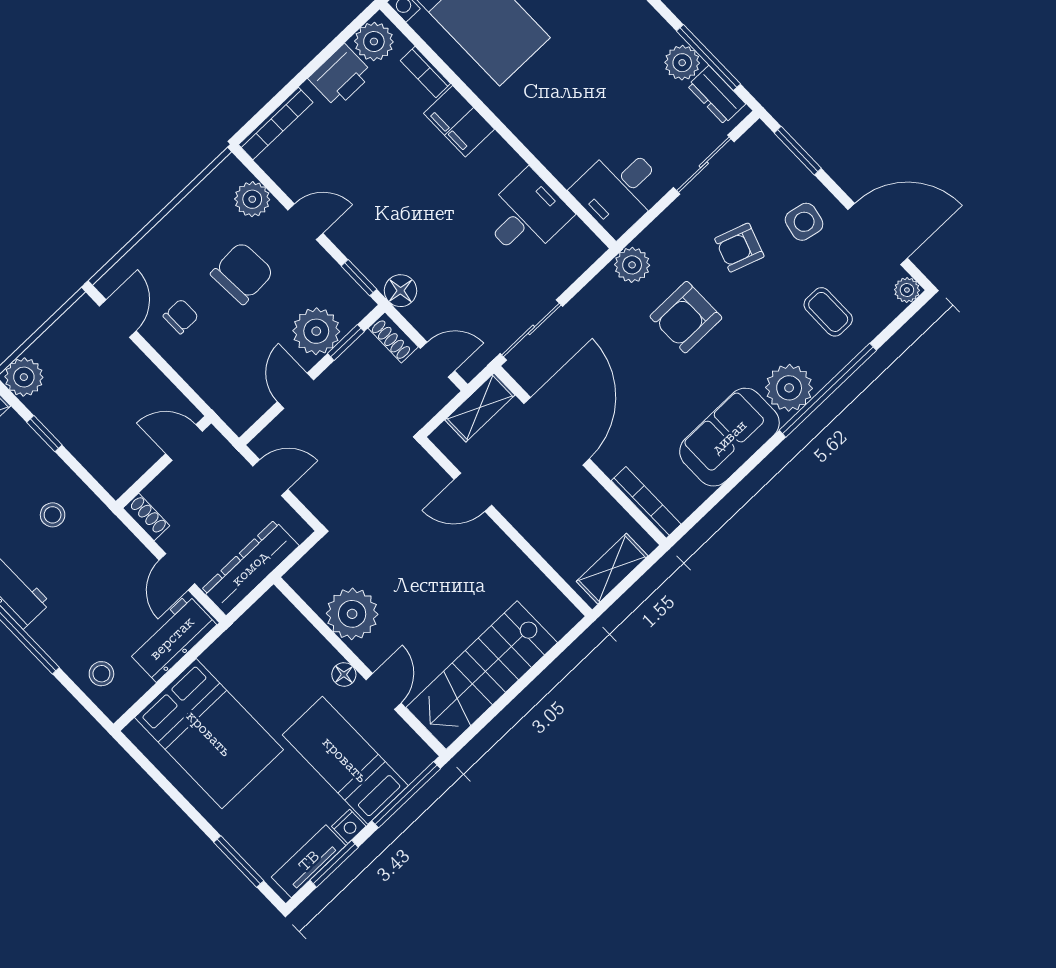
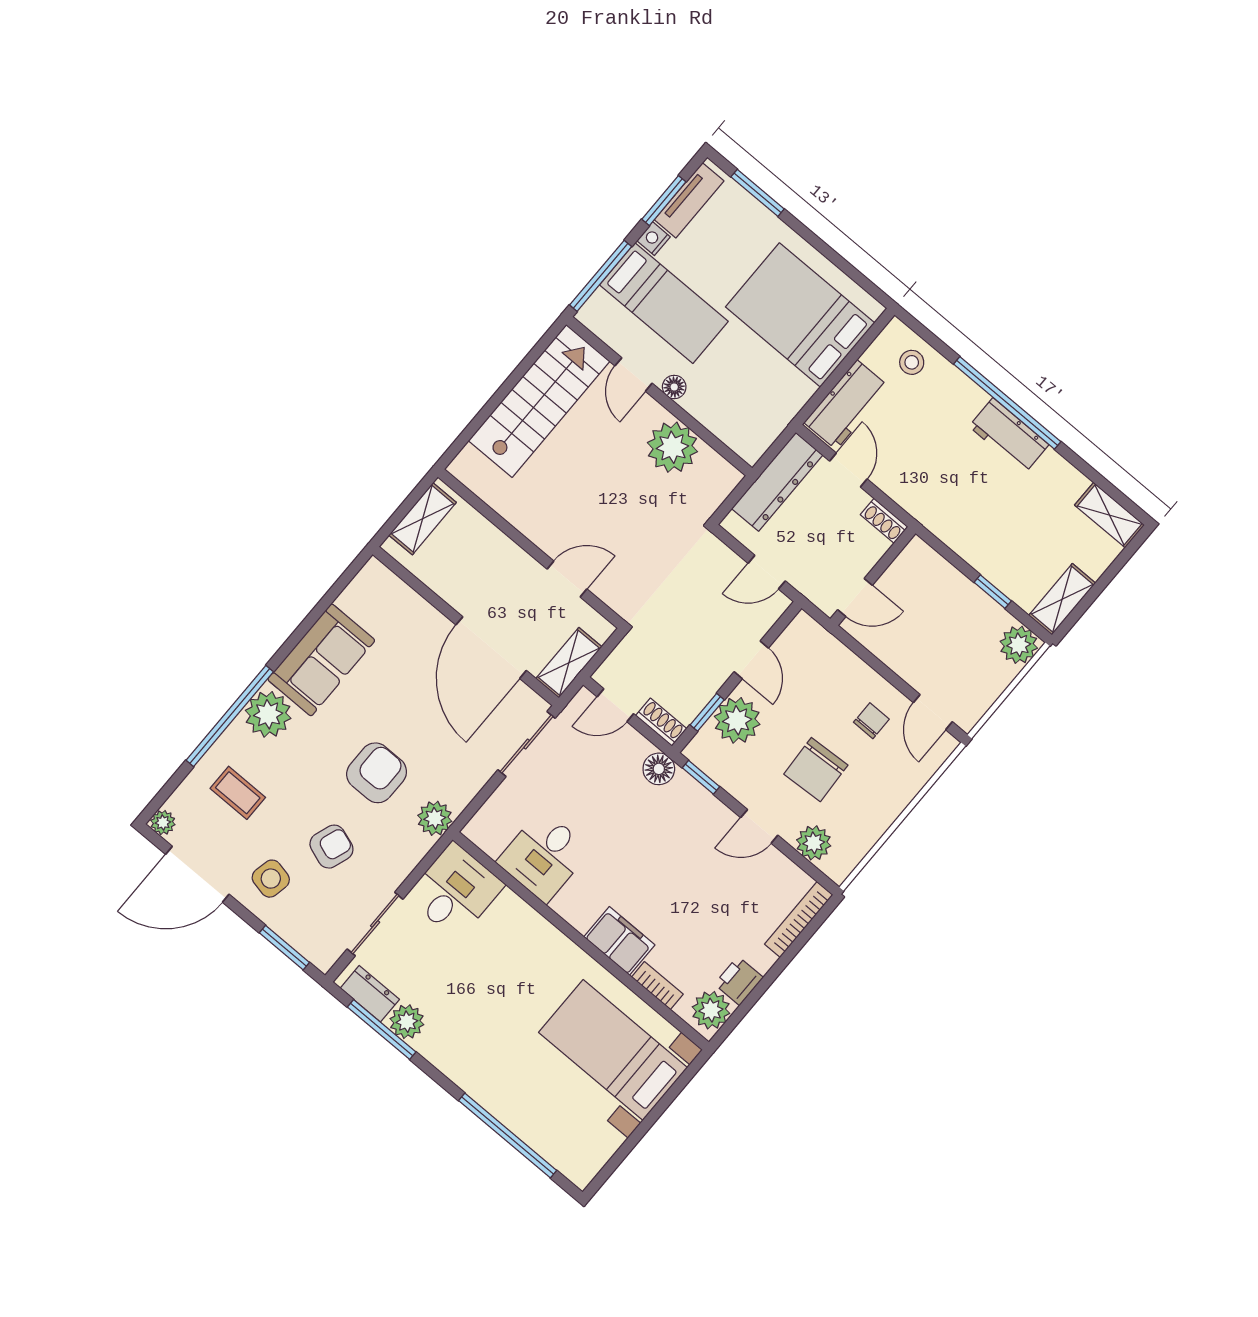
printer: (341, 76) -> (739, 981), width x0.73, depth x0.81
chair: (181, 316) -> (871, 721), turned 180
bookcase: (646, 502) -> (396, 587), removed
stool: (53, 515) -> (976, 513), removed

